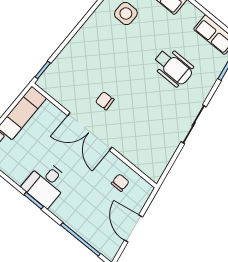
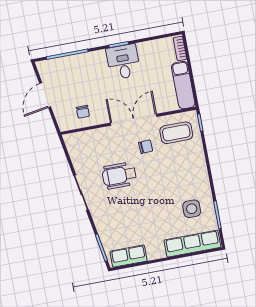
wheelchair: (173, 67) -> (119, 175), moved
coffee table: (70, 84) -> (176, 133), added
door: (133, 229) -> (45, 95), swing flipped

